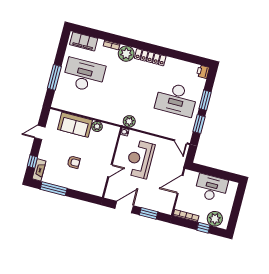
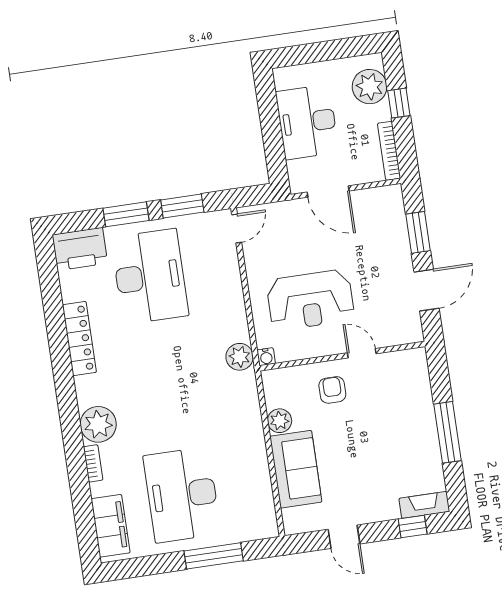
locker: (150, 57) -> (79, 339), moved
printer: (203, 72) -> (80, 249), width x1.87, depth x1.48
armchair: (74, 162) -> (332, 390), moved
window: (54, 189) -> (448, 432), moved
door: (124, 207) -> (427, 290), swing flipped

